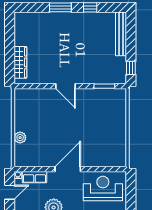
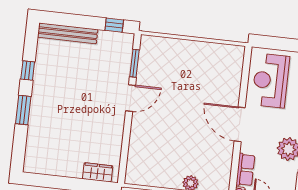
wardrobe: (20, 62) -> (98, 172), width x0.67
door: (65, 86) -> (131, 98), moved

